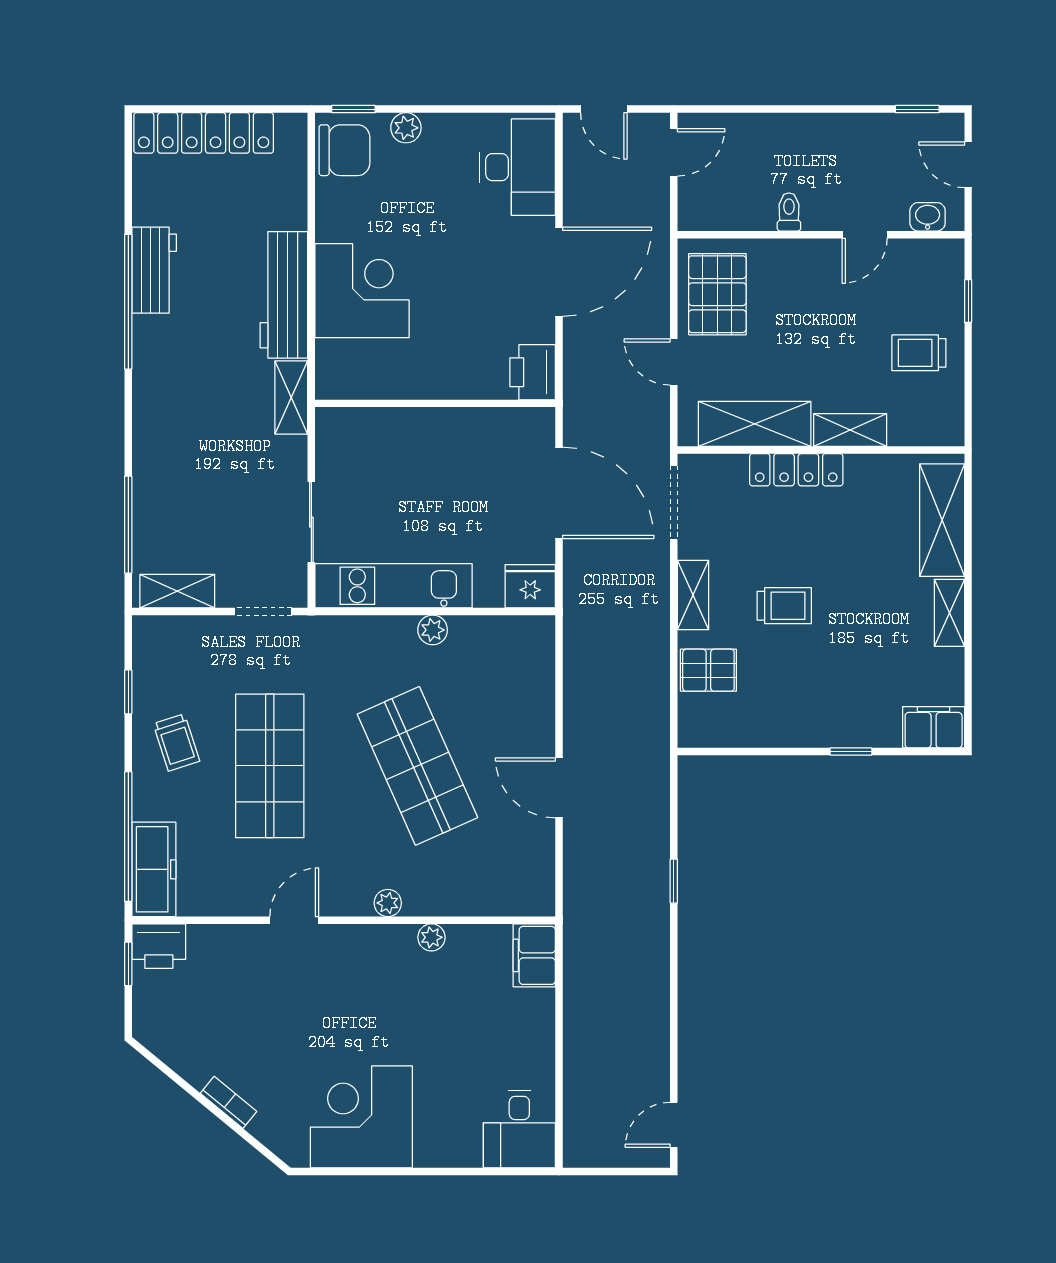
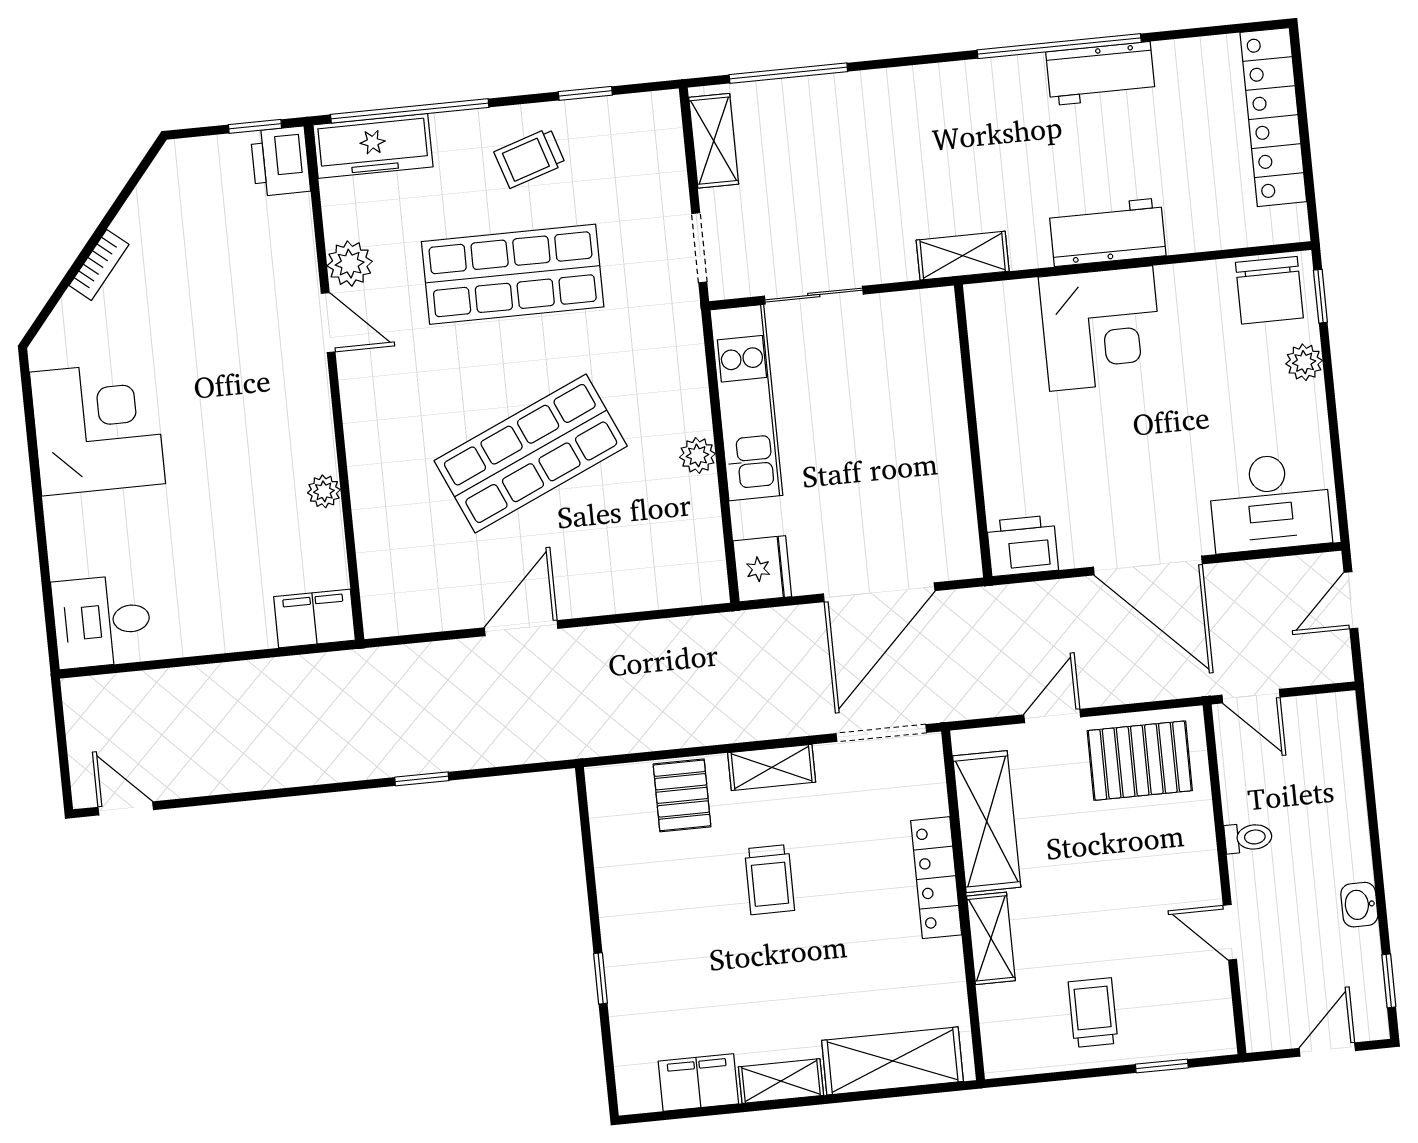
door: (674, 152) -> (1251, 696), moved
washbasin: (928, 217) -> (1359, 905), moved, turned 180
workbench: (284, 295) -> (1107, 232), width x0.73
filing cabinet: (934, 727) -> (698, 1082), moved, turned -90
plant: (388, 903) -> (350, 264), moved, width x1.38, depth x1.38

